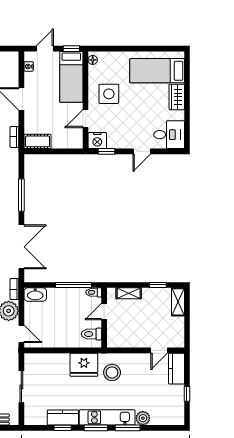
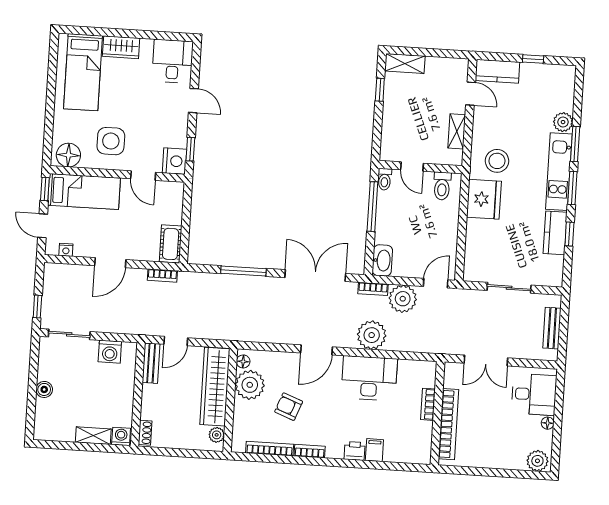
floor lamp: (93, 60) -> (68, 155), width x1.89, depth x1.89
shelving: (129, 293) -> (457, 131), moved

